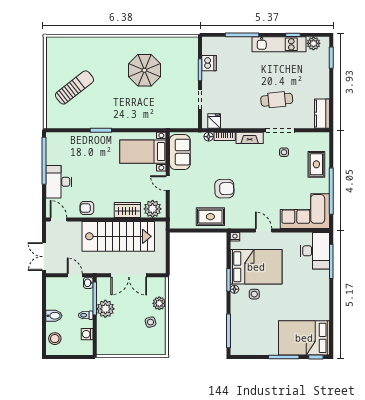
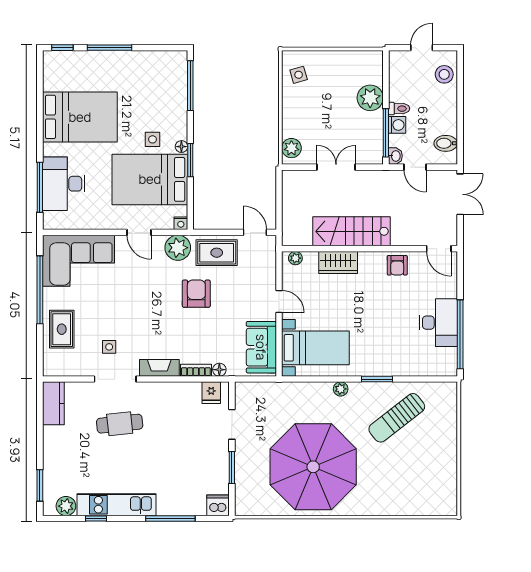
dishwasher: (209, 63) -> (218, 505), moved, turned 90
parasol: (144, 70) -> (313, 467), width x1.86, depth x1.86
sun lounger: (74, 87) -> (397, 418), moved
plant: (126, 123) -> (341, 389), added
desk: (59, 182) -> (439, 323), moved
armchair: (224, 189) -> (196, 294), turned 92
armchair: (87, 208) -> (397, 265), turned 90
plant: (153, 209) -> (295, 258), width x0.53, depth x0.53
plant: (237, 220) -> (178, 248), added
door: (184, 231) -> (255, 232), added
stairs: (118, 236) -> (352, 231), width x0.73, depth x0.66
desk: (315, 251) -> (64, 184), moved
double door: (129, 275) -> (336, 167), width x0.73
plant: (159, 303) -> (291, 148), moved
plant: (105, 309) -> (370, 98), moved
bidet: (54, 316) -> (446, 143), moved
side table: (151, 322) -> (299, 75), moved
washing machine: (87, 334) -> (397, 125), moved
bed: (304, 338) -> (80, 117), moved
door: (70, 357) -> (422, 48), added

